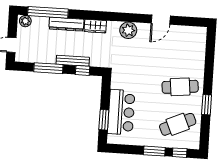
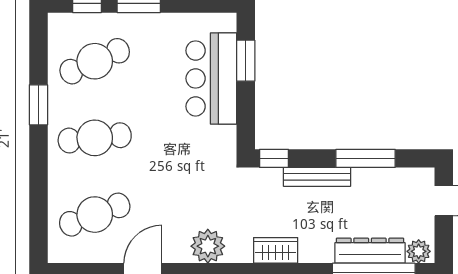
dresser: (66, 24) -> (370, 251), moved
cafe table: (183, 49) -> (95, 215), added
window: (83, 70) -> (274, 158), moved

